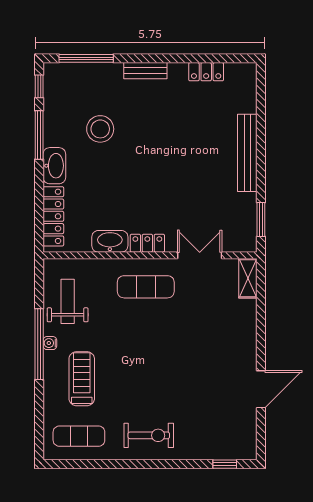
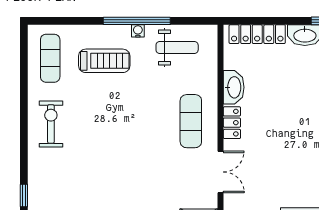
exercise bike: (149, 435) -> (51, 124), turned 180

